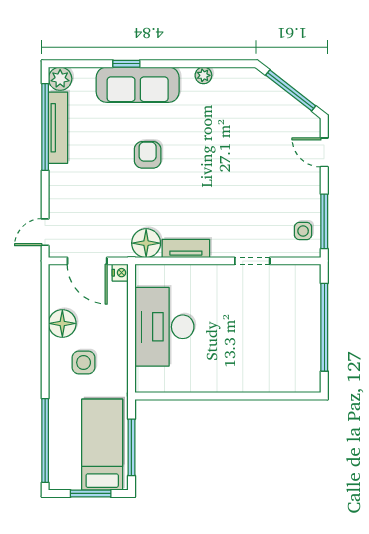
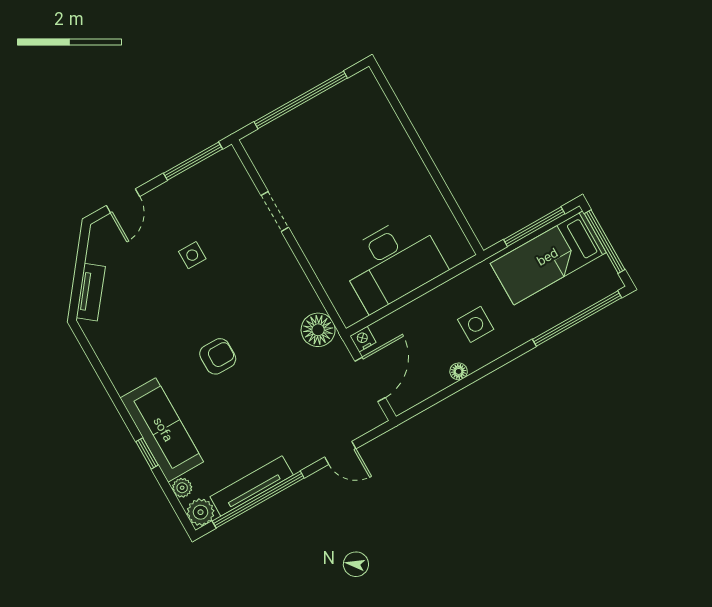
plant: (203, 75) -> (182, 488), moved
window: (291, 90) -> (79, 271), removed
armchair: (148, 155) -> (218, 356), moved, turned 180
side table: (303, 231) -> (192, 255), moved
door: (45, 232) -> (340, 453), moved
tv unit: (186, 248) -> (91, 292), moved, turned -142
floor lamp: (62, 323) -> (459, 371), width x0.53, depth x0.53
window: (91, 493) -> (605, 242), width x1.44

